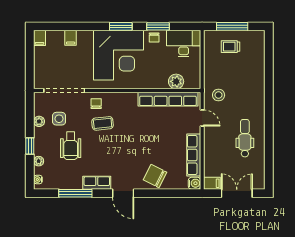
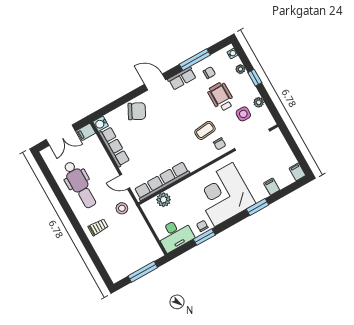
window: (121, 26) -> (258, 207), moved
trolley: (231, 47) -> (98, 227), moved
dental chair: (245, 138) -> (80, 185), width x1.36, depth x1.38
chair: (69, 174) -> (209, 73), added

